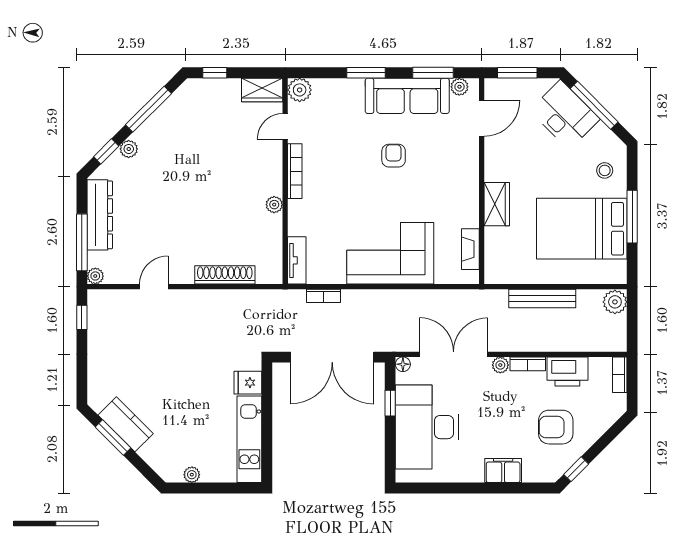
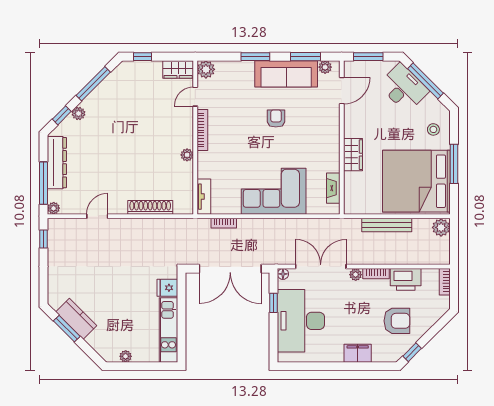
bed: (582, 229) -> (416, 181), width x1.36
armchair: (556, 427) -> (397, 321), turned 180

